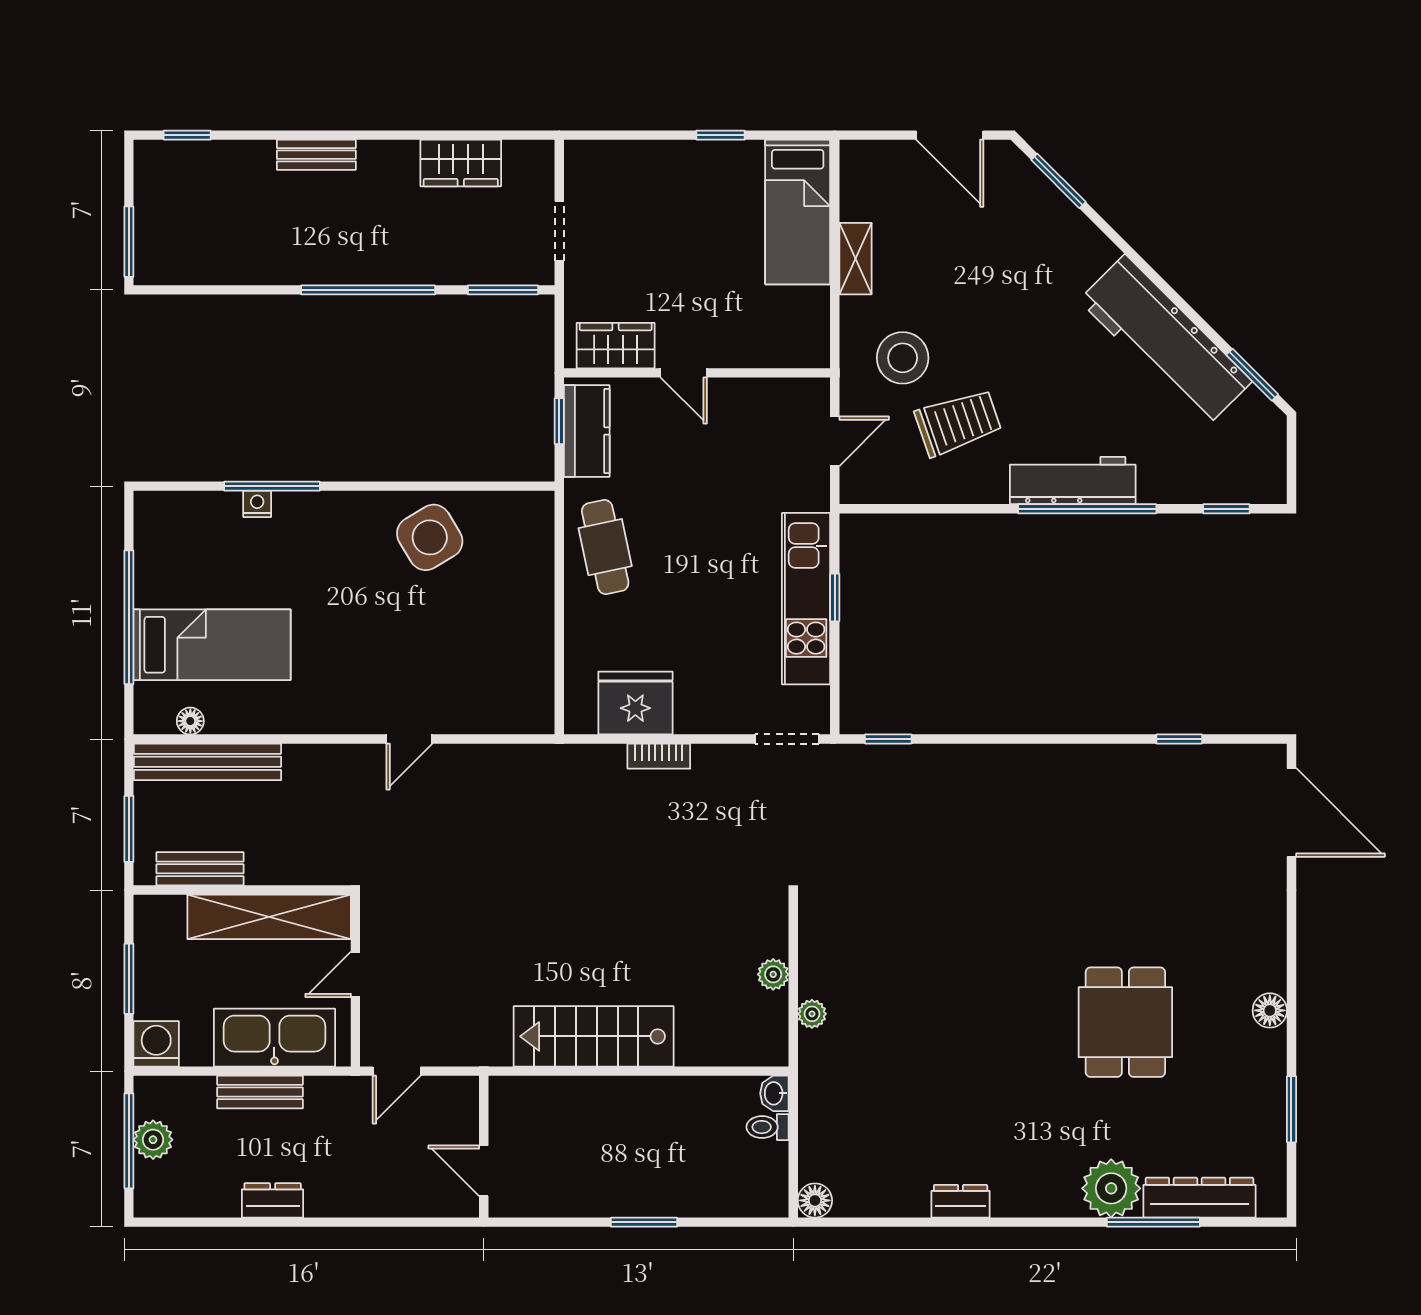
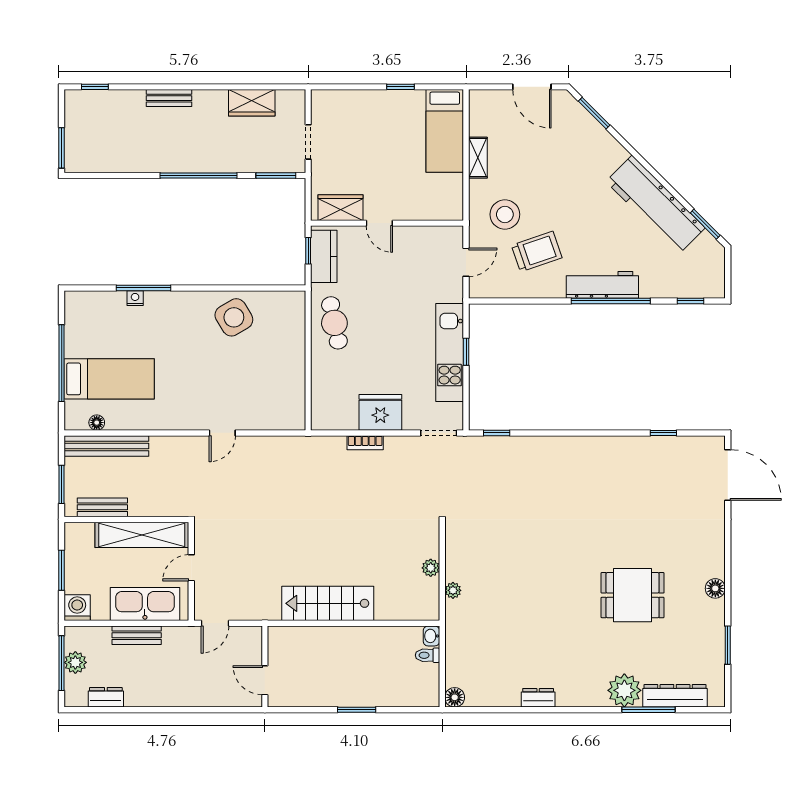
fridge: (635, 703) -> (380, 412), moved
dining table: (1125, 1022) -> (633, 595), turned 90
dresser: (273, 1200) -> (106, 697), moved

